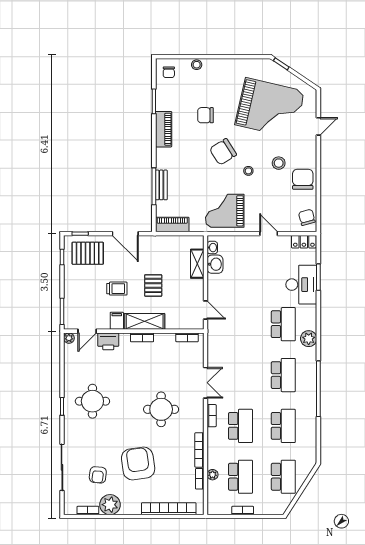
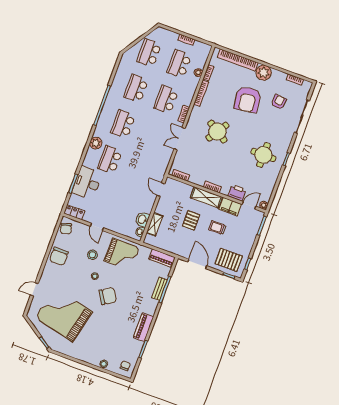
chair: (205, 115) -> (111, 326), removed
stool: (279, 163) -> (92, 255), moved
filing cabinet: (117, 321) -> (230, 207), width x2.00
round table: (161, 409) -> (217, 132), turned 33
plant: (110, 505) -> (264, 73), moved

